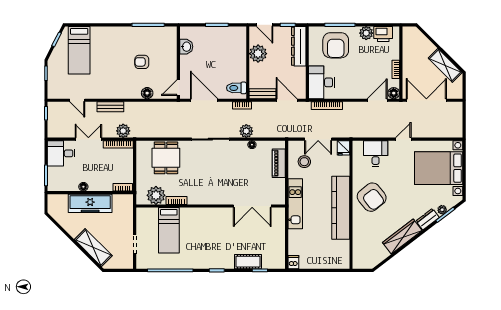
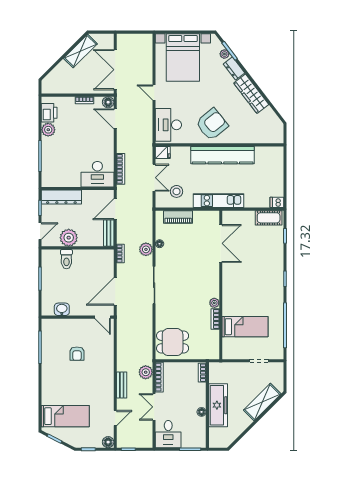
armchair: (336, 45) -> (60, 160), removed
toilet: (236, 88) -> (66, 259), moved
floor lamp: (147, 93) -> (108, 442), moved
desk: (376, 154) -> (168, 125), width x1.37
dining table: (166, 158) -> (173, 342), moved
plant: (156, 195) -> (214, 303), moved, width x0.53, depth x0.53
cot: (248, 262) -> (269, 218), moved, turned 90

